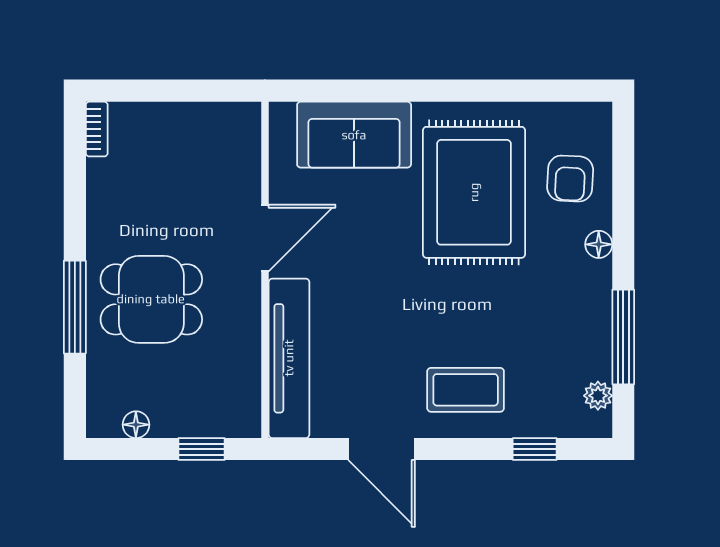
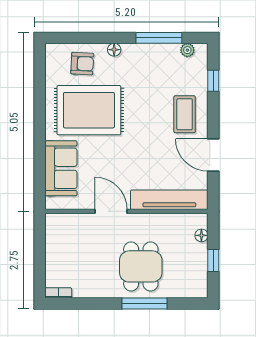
floor lamp: (136, 425) -> (201, 235), moved
window: (201, 449) -> (213, 261), moved
door: (382, 449) -> (213, 155), swing flipped

